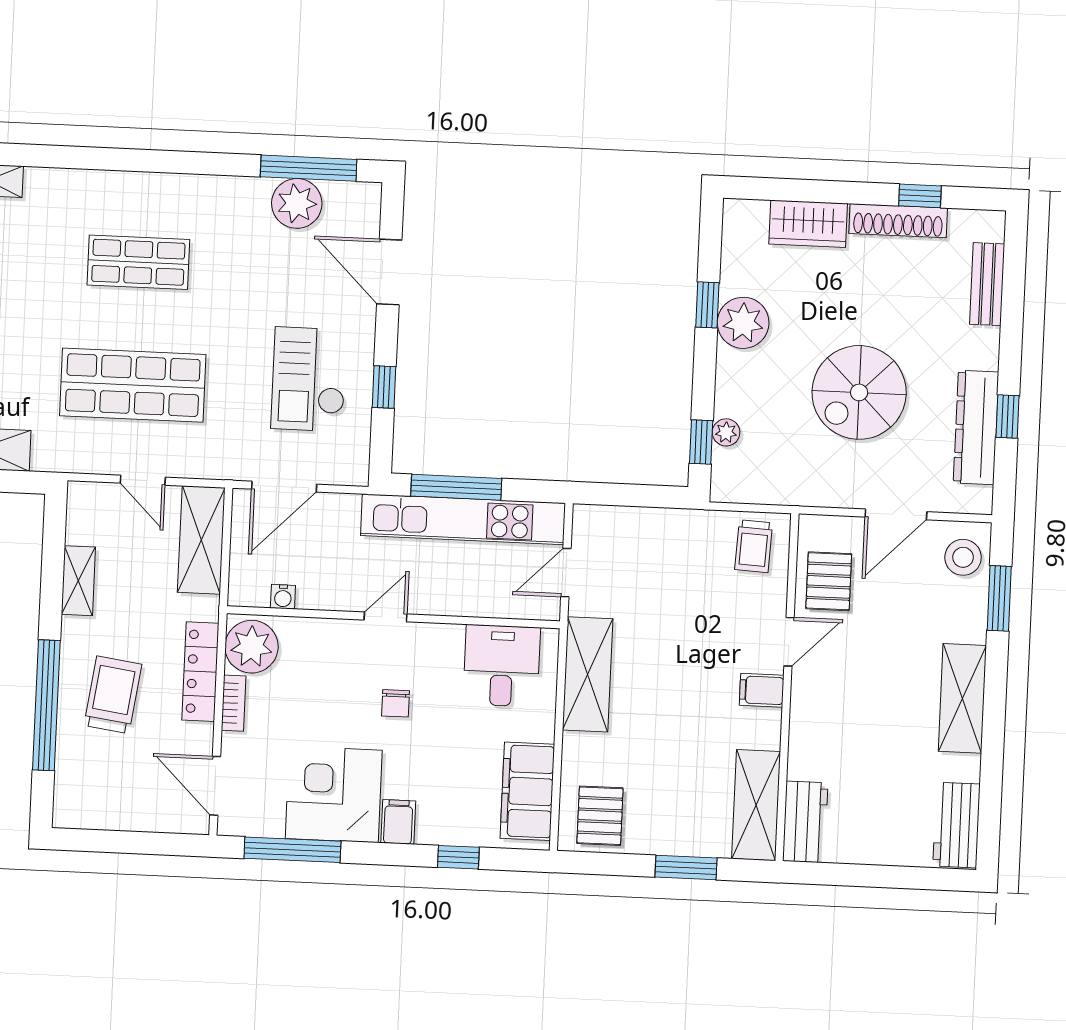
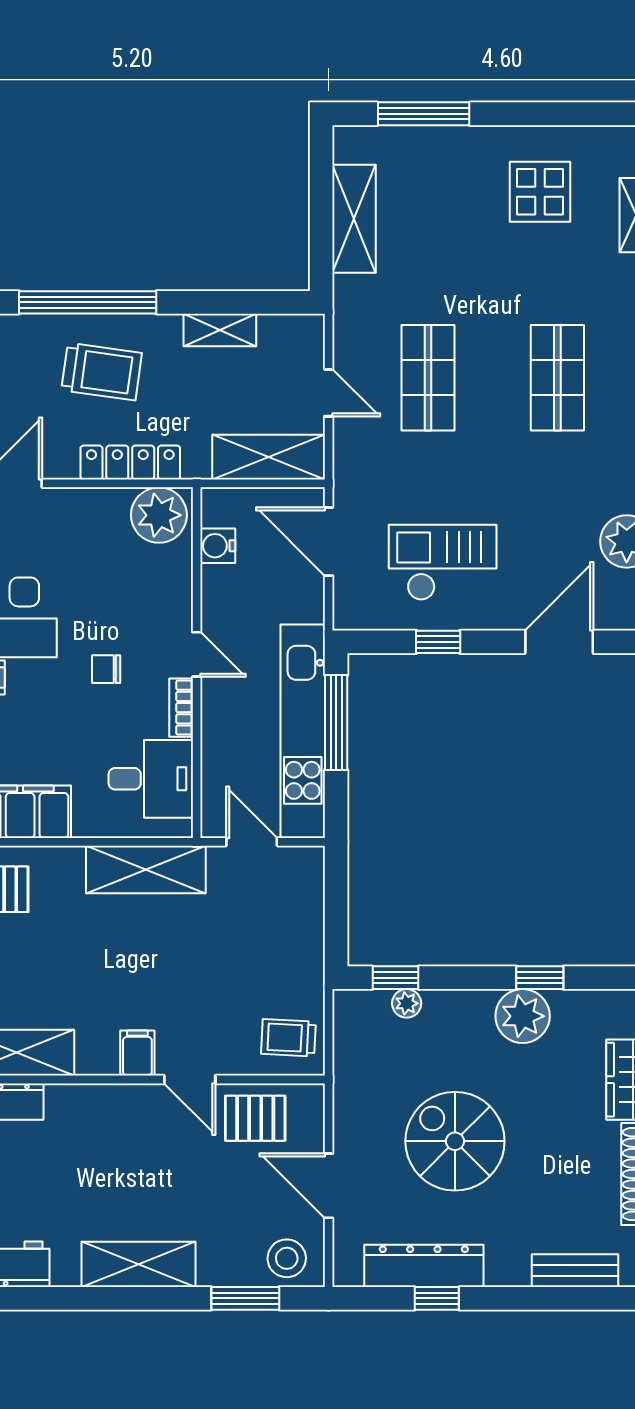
shop shelf: (133, 385) -> (428, 378), width x0.70, depth x0.74
door: (143, 480) -> (329, 393), swing flipped
water cooler: (283, 597) -> (218, 546), width x1.38, depth x1.38
bookcase: (234, 703) -> (181, 708), moved, turned 90

